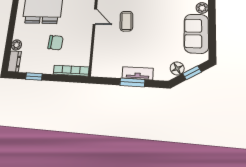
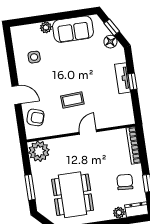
door: (95, 17) -> (88, 132), moved
chair: (56, 43) -> (125, 182), moved
window: (132, 82) -> (132, 82), width x0.67

